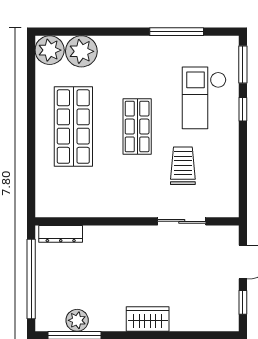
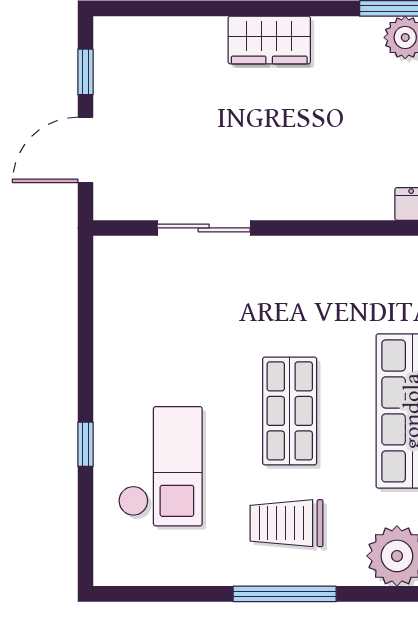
window: (177, 32) -> (285, 594), moved
window: (243, 64) -> (86, 531), removed
trolley: (183, 166) -> (287, 523), moved, turned 90

